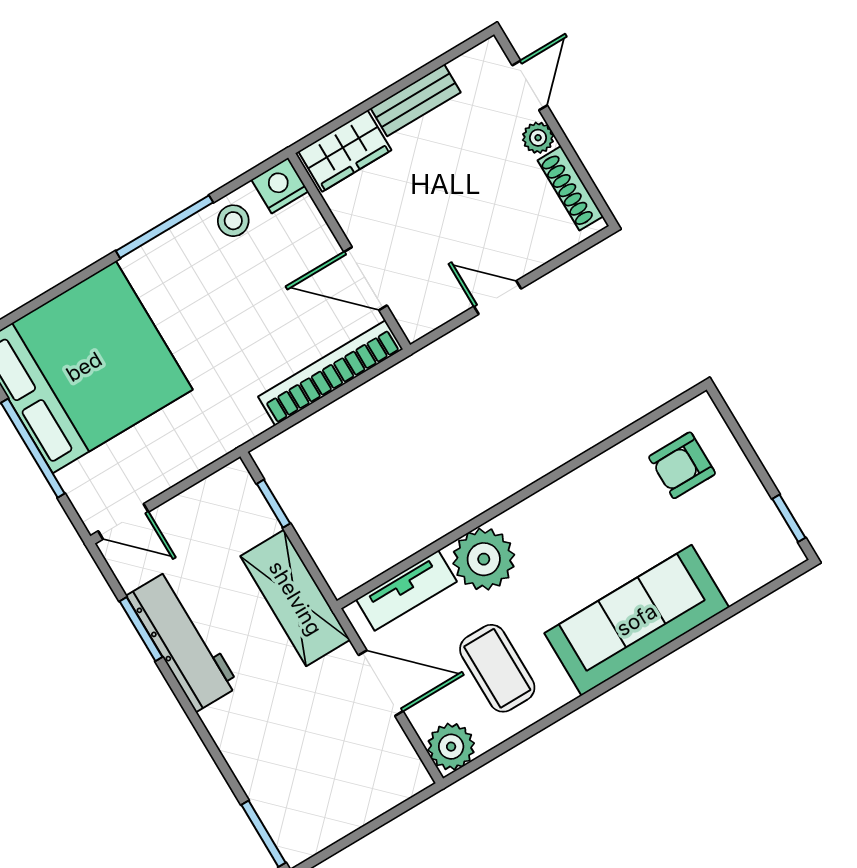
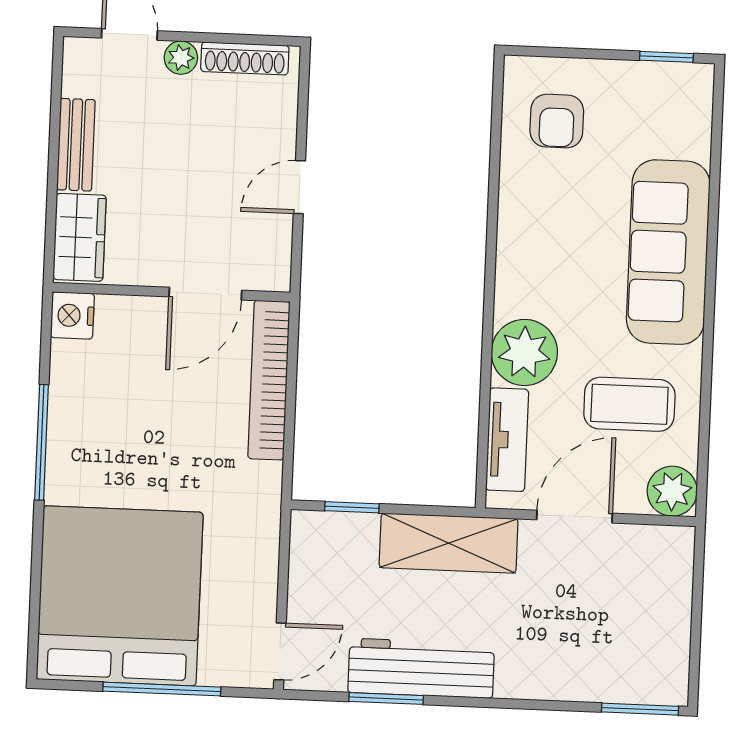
stool: (233, 221) -> (76, 378), removed

